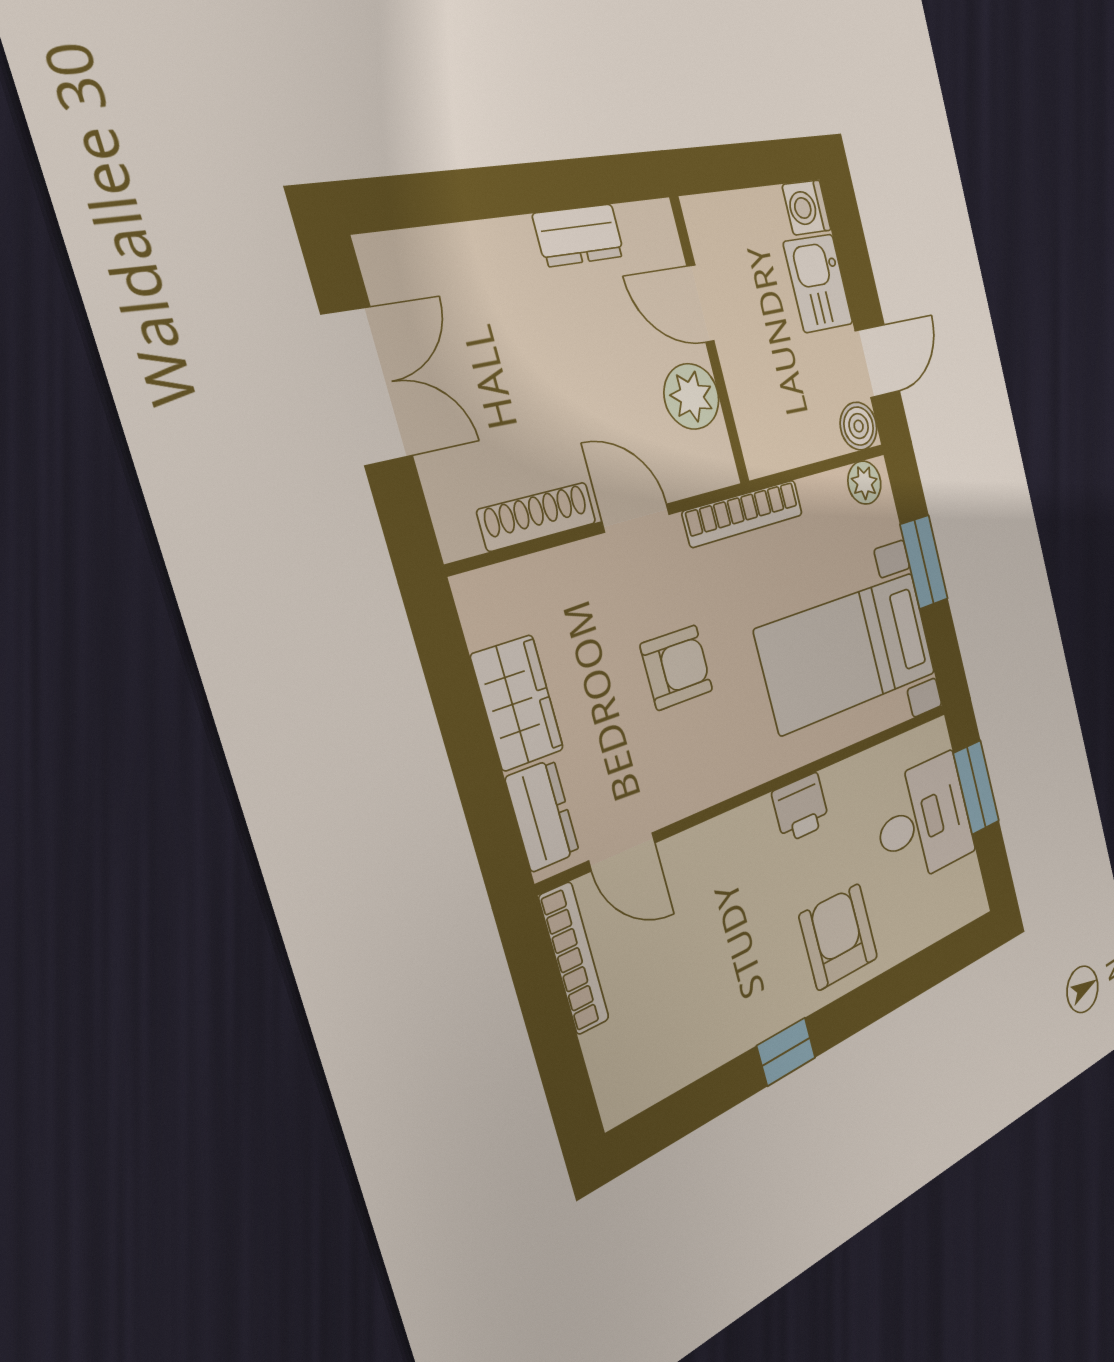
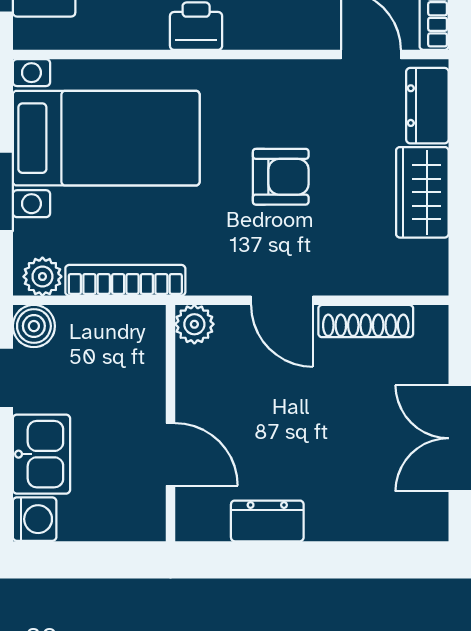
plant: (692, 396) -> (194, 324), moved, width x0.73, depth x0.73
bookcase: (744, 513) -> (125, 280), moved
armchair: (677, 668) -> (281, 177), turned 180

